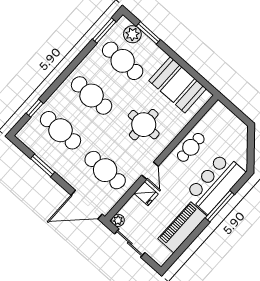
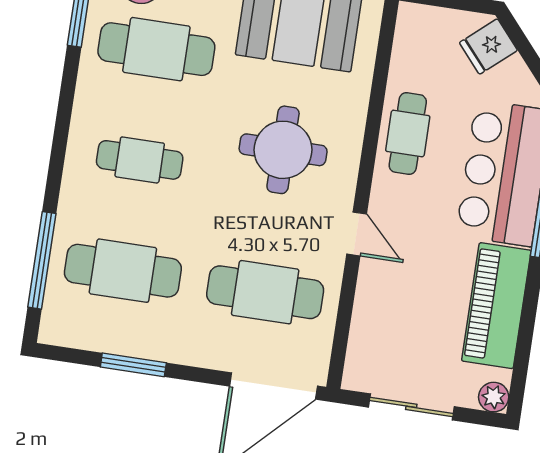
cafe table: (92, 96) -> (140, 160), width x0.73, depth x0.74
window: (35, 108) -> (42, 260), width x2.17
fridge: (146, 194) -> (488, 46), moved, turned 139
plant: (118, 220) -> (494, 397), moved

